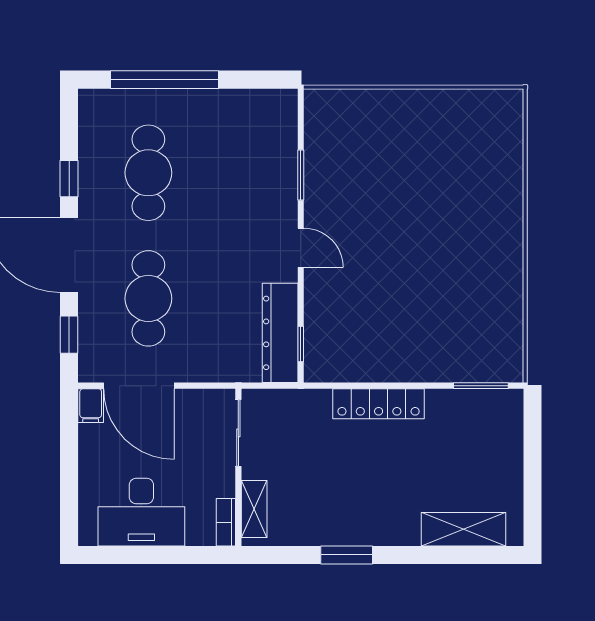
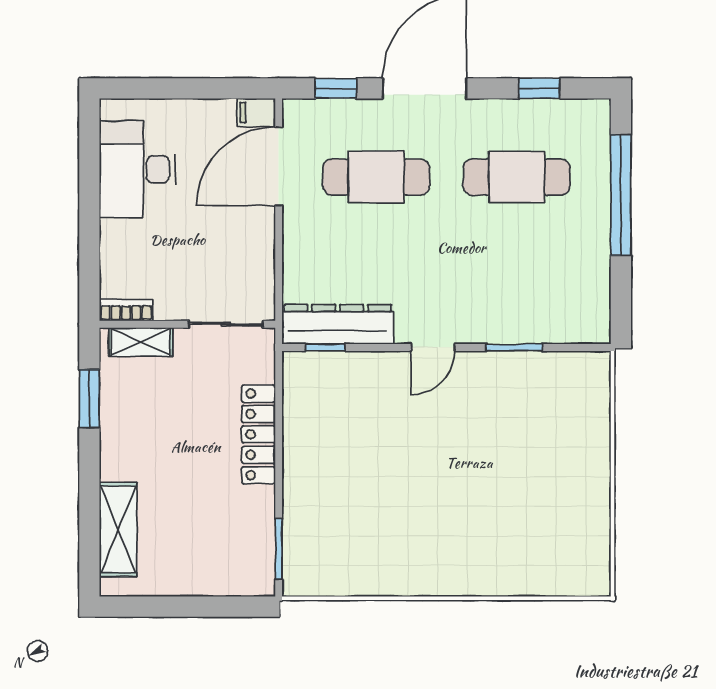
window: (69, 179) -> (539, 88), moved
sliding door: (238, 433) -> (226, 324), moved
wall: (238, 467) -> (187, 324), moved
shelving: (254, 509) -> (141, 342), moved
bookcase: (226, 522) -> (126, 310), moved

